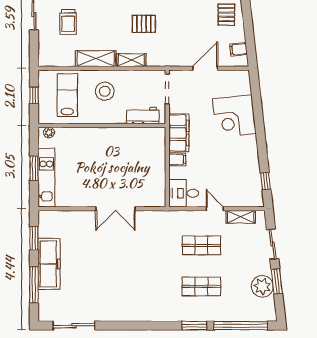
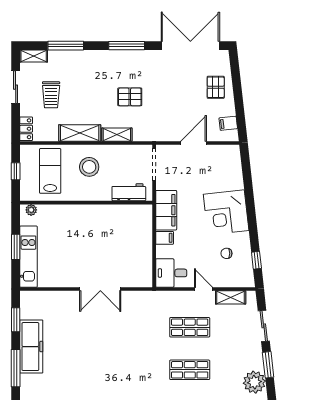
locker: (44, 55) -> (26, 129), added
corner desk: (234, 116) -> (226, 212), moved
chair: (237, 174) -> (226, 253), added
plant: (262, 286) -> (254, 382), moved

